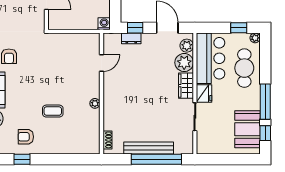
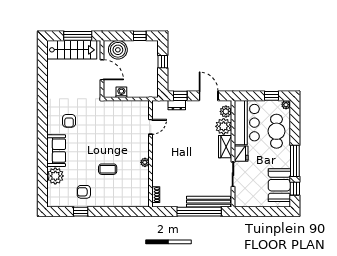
washing machine: (104, 24) -> (121, 92), moved
bench: (149, 148) -> (208, 202), moved

